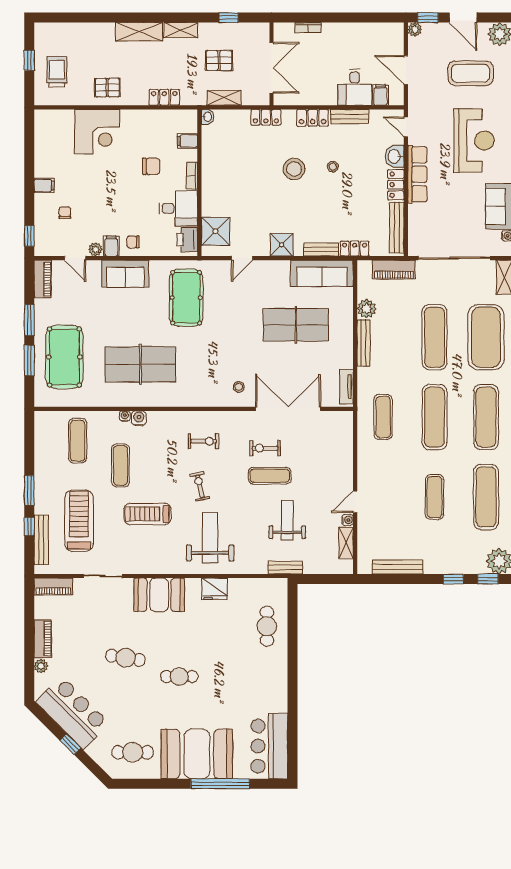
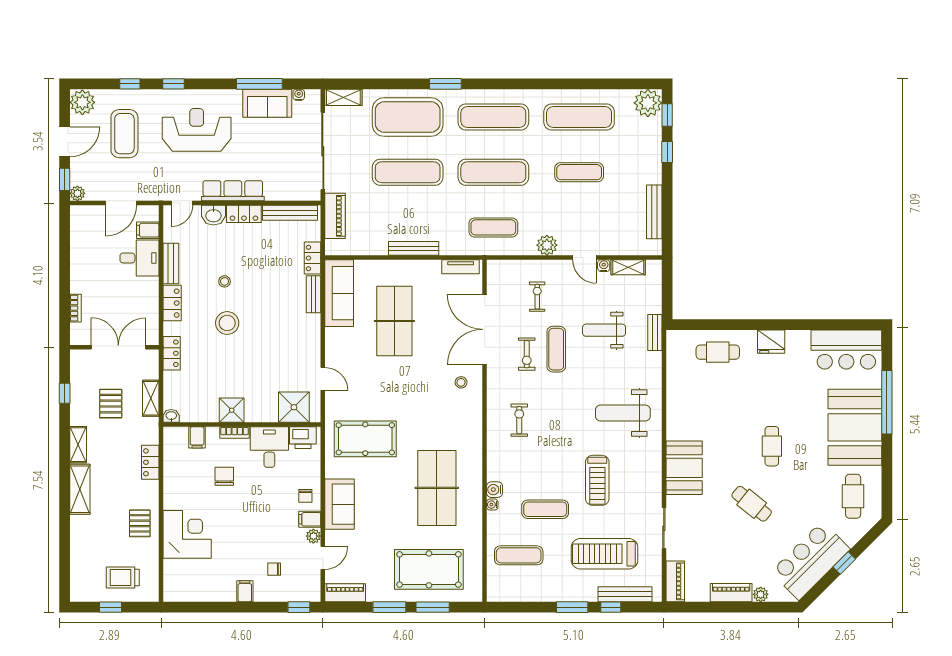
shower: (282, 245) -> (232, 410), moved
plant: (367, 309) -> (547, 245), moved
exercise bike: (200, 486) -> (537, 297), moved, turned 103
fridge: (215, 589) -> (771, 342), moved, turned 90
cafe table: (126, 658) -> (752, 504), turned -60

